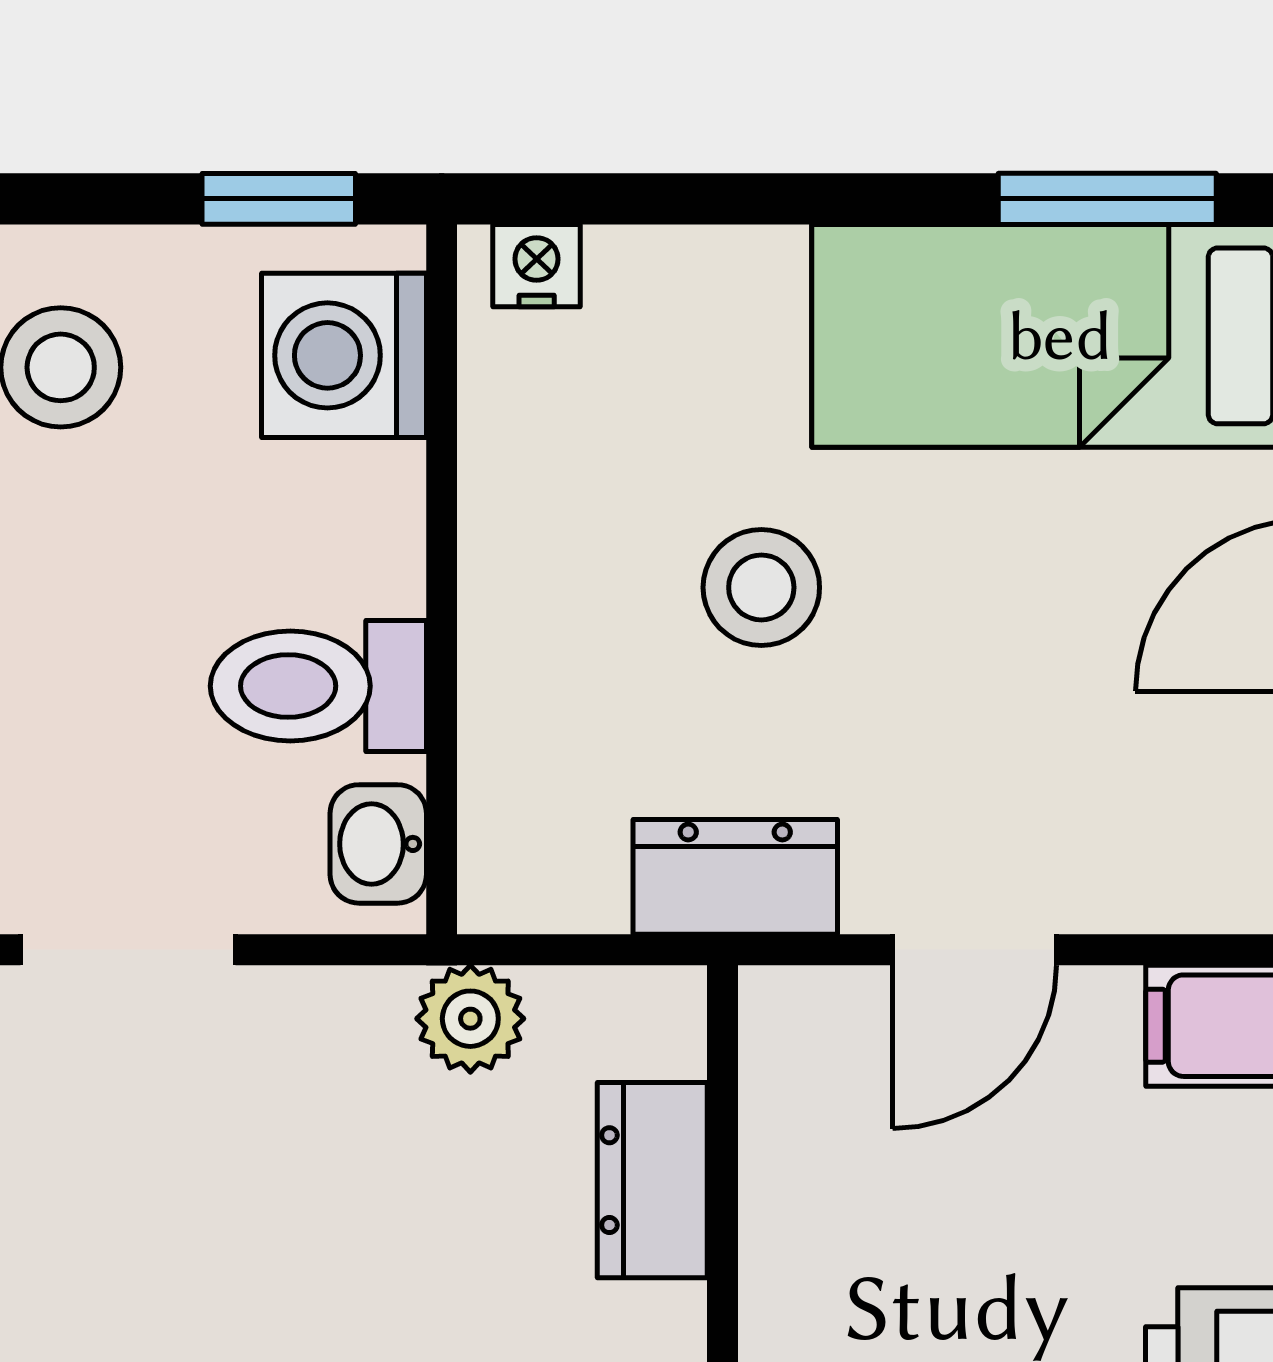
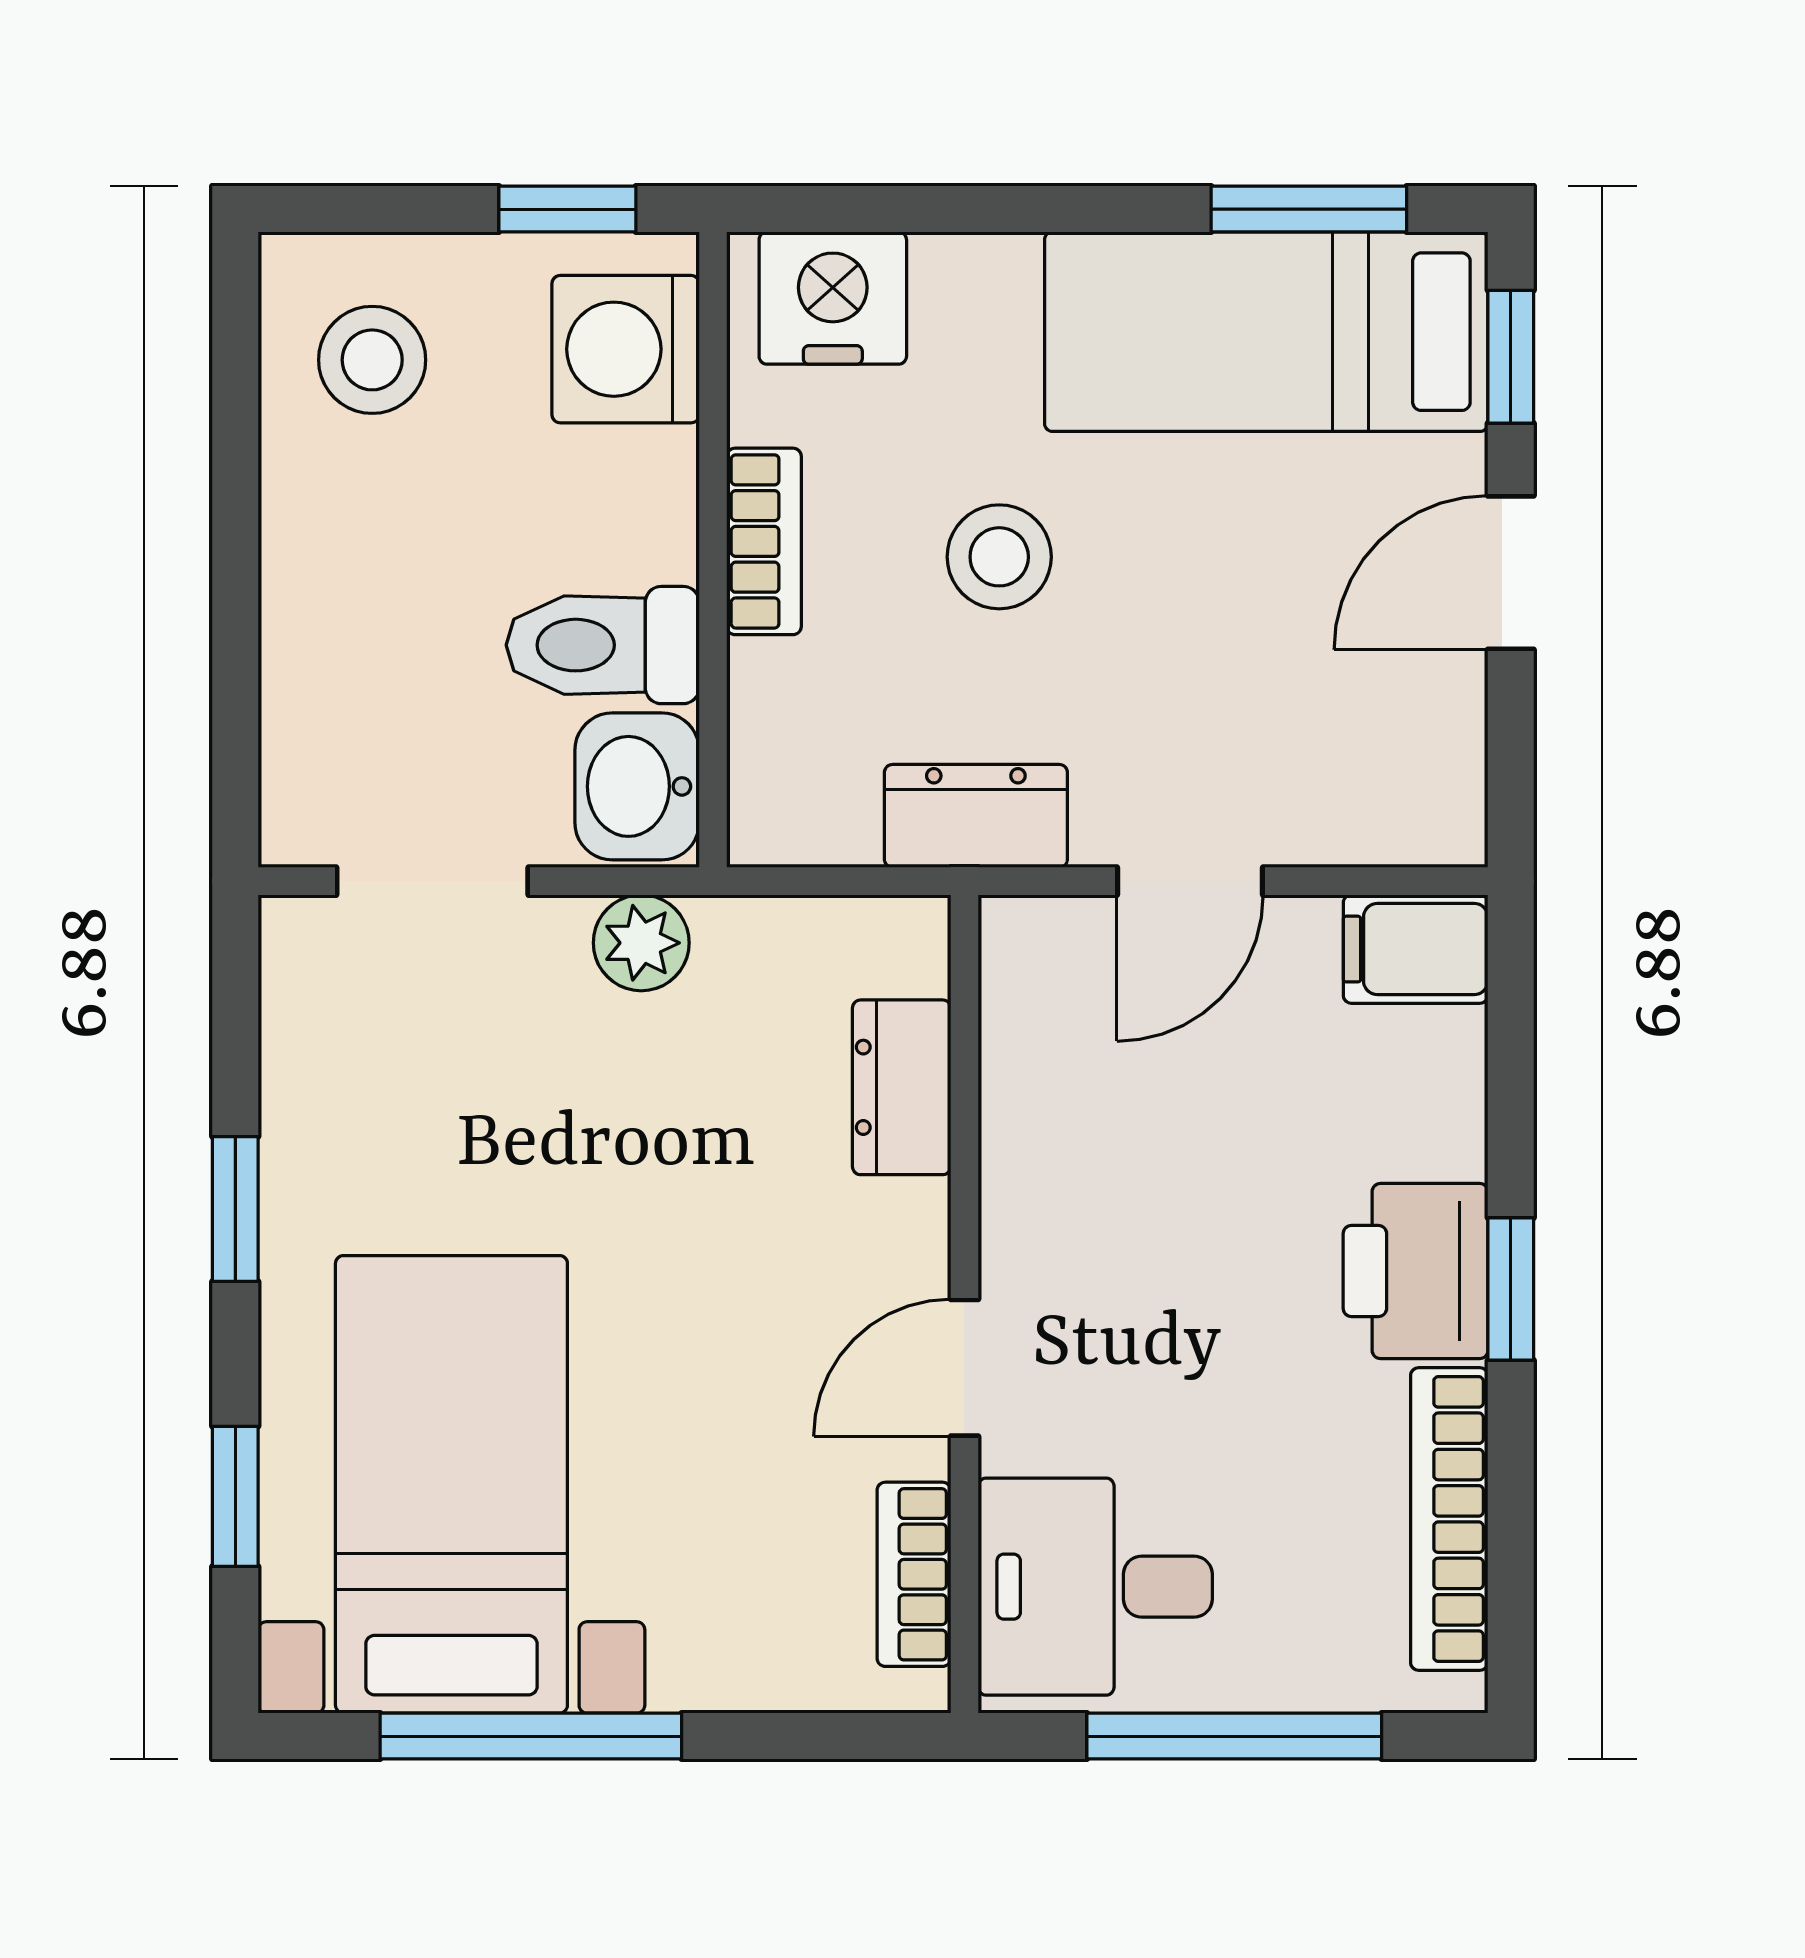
nightstand: (537, 266) -> (833, 298), width x1.89, depth x1.79
bookcase: (499, 570) -> (764, 541), added
washbasin: (378, 844) -> (637, 786), width x1.38, depth x1.45
plant: (470, 1019) -> (641, 943), moved

